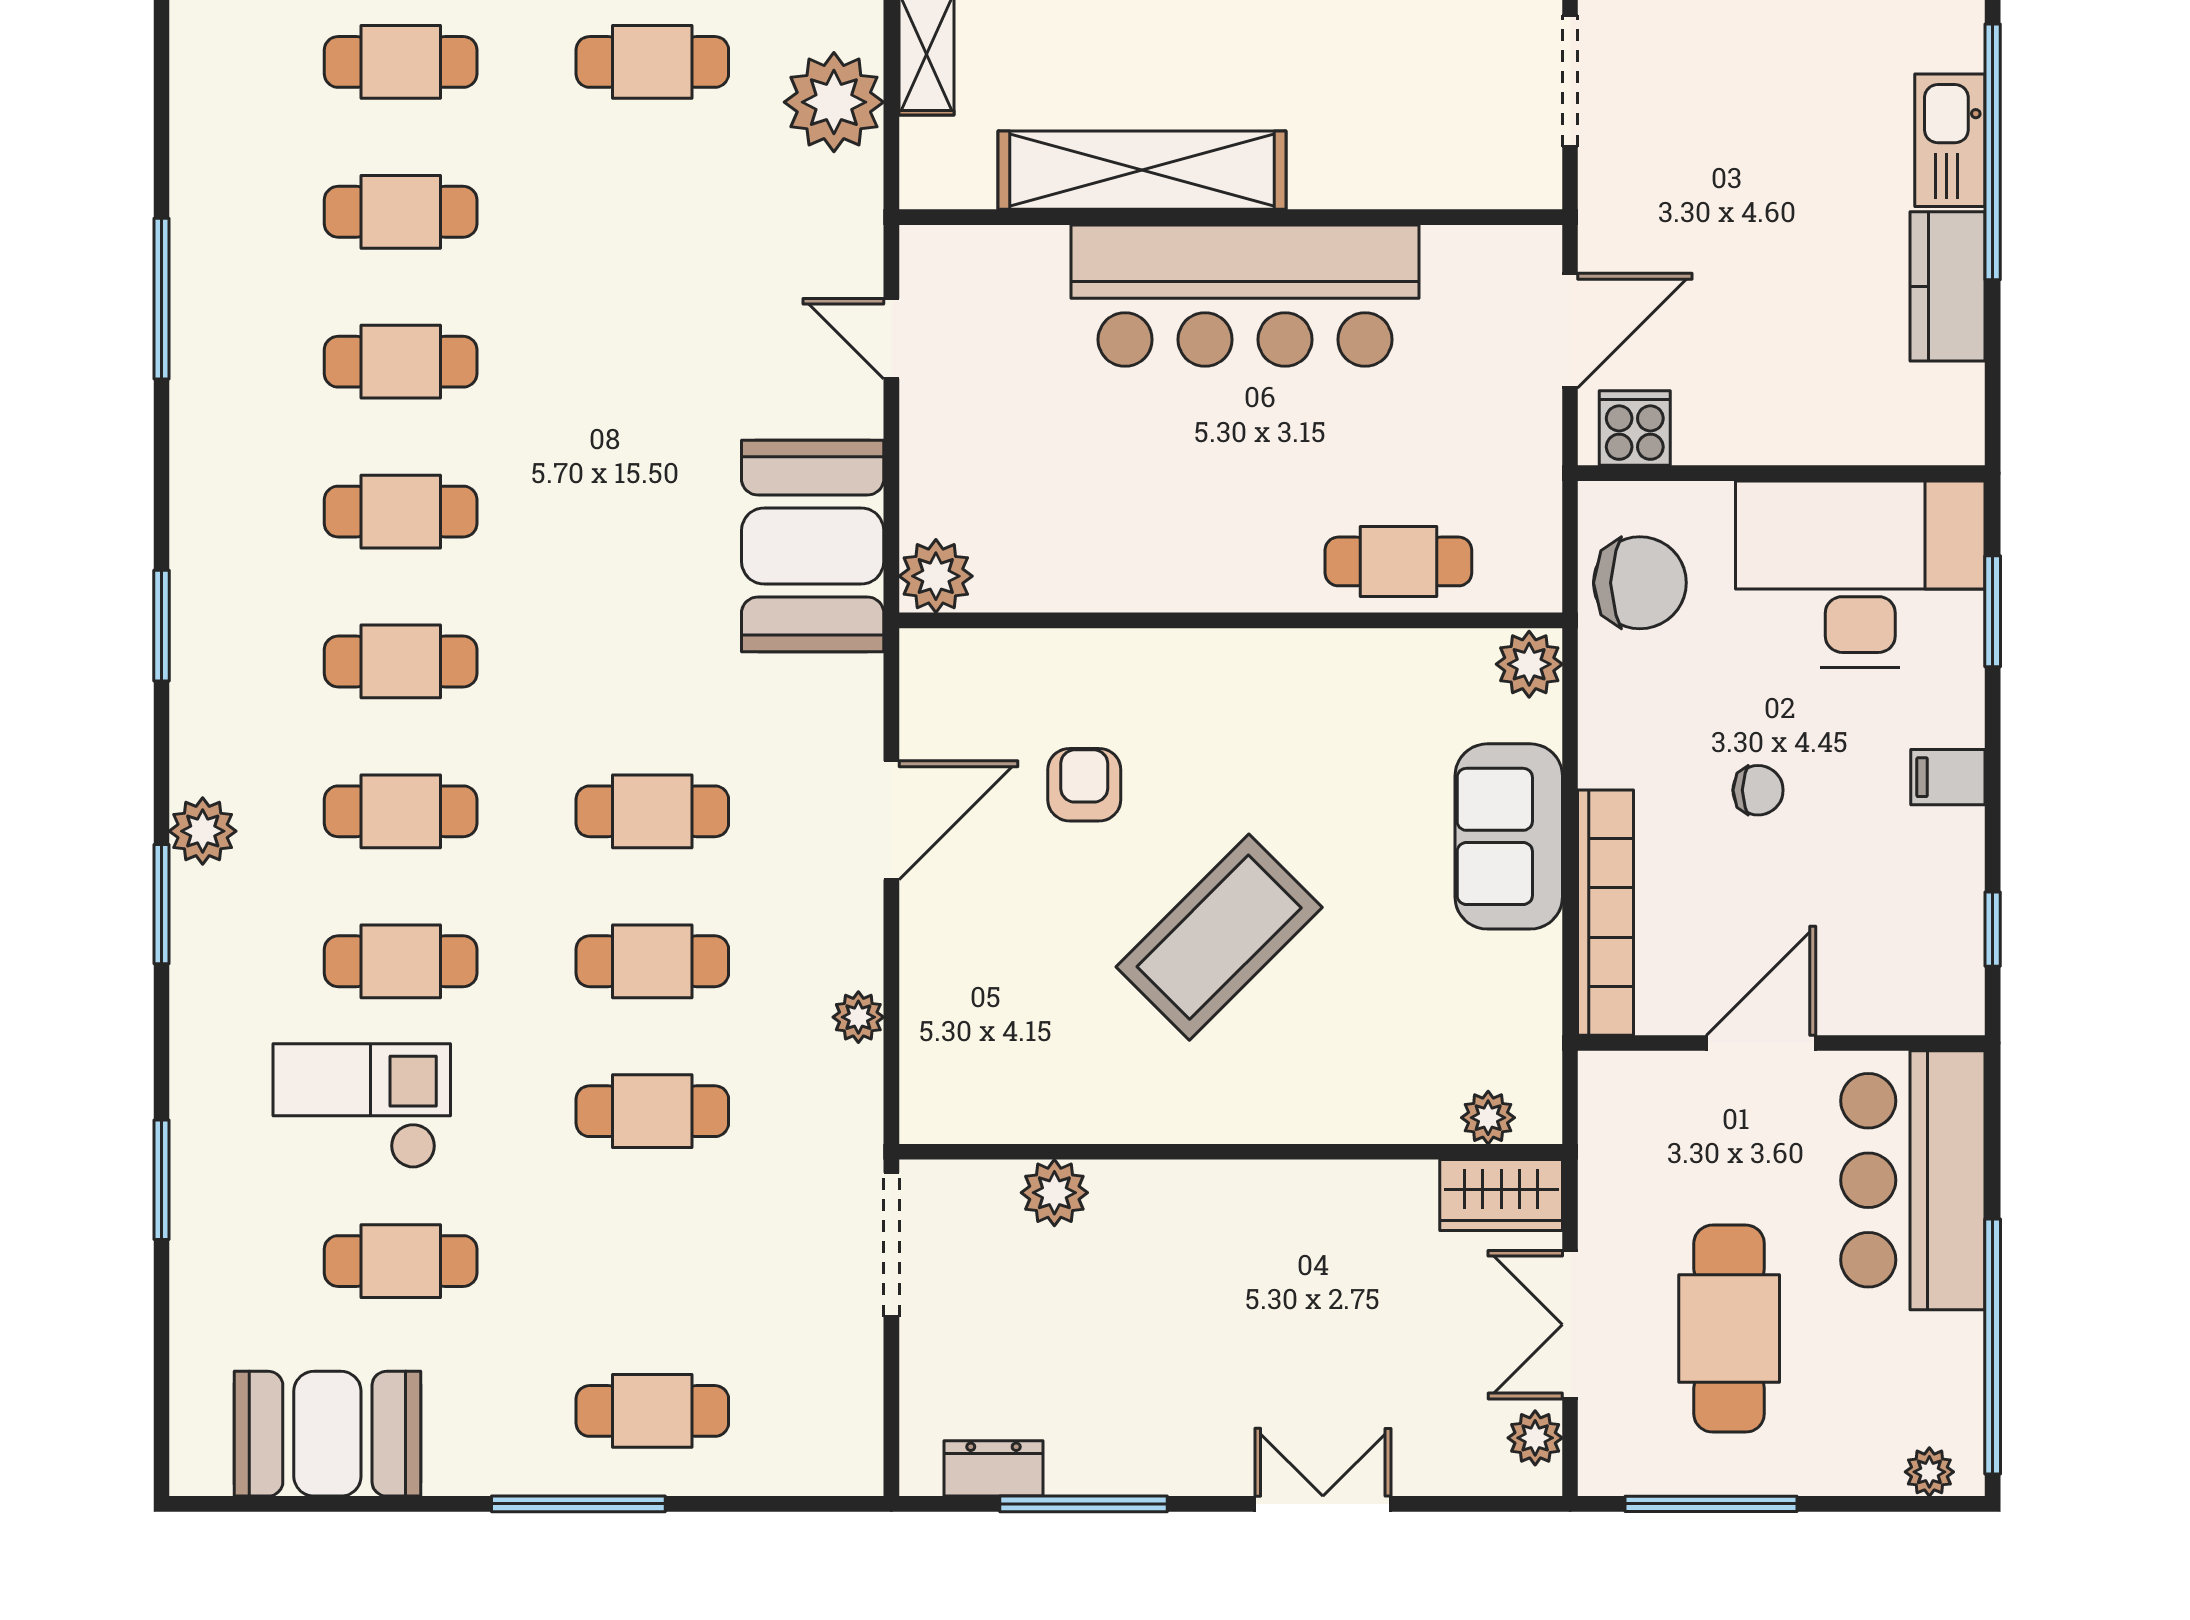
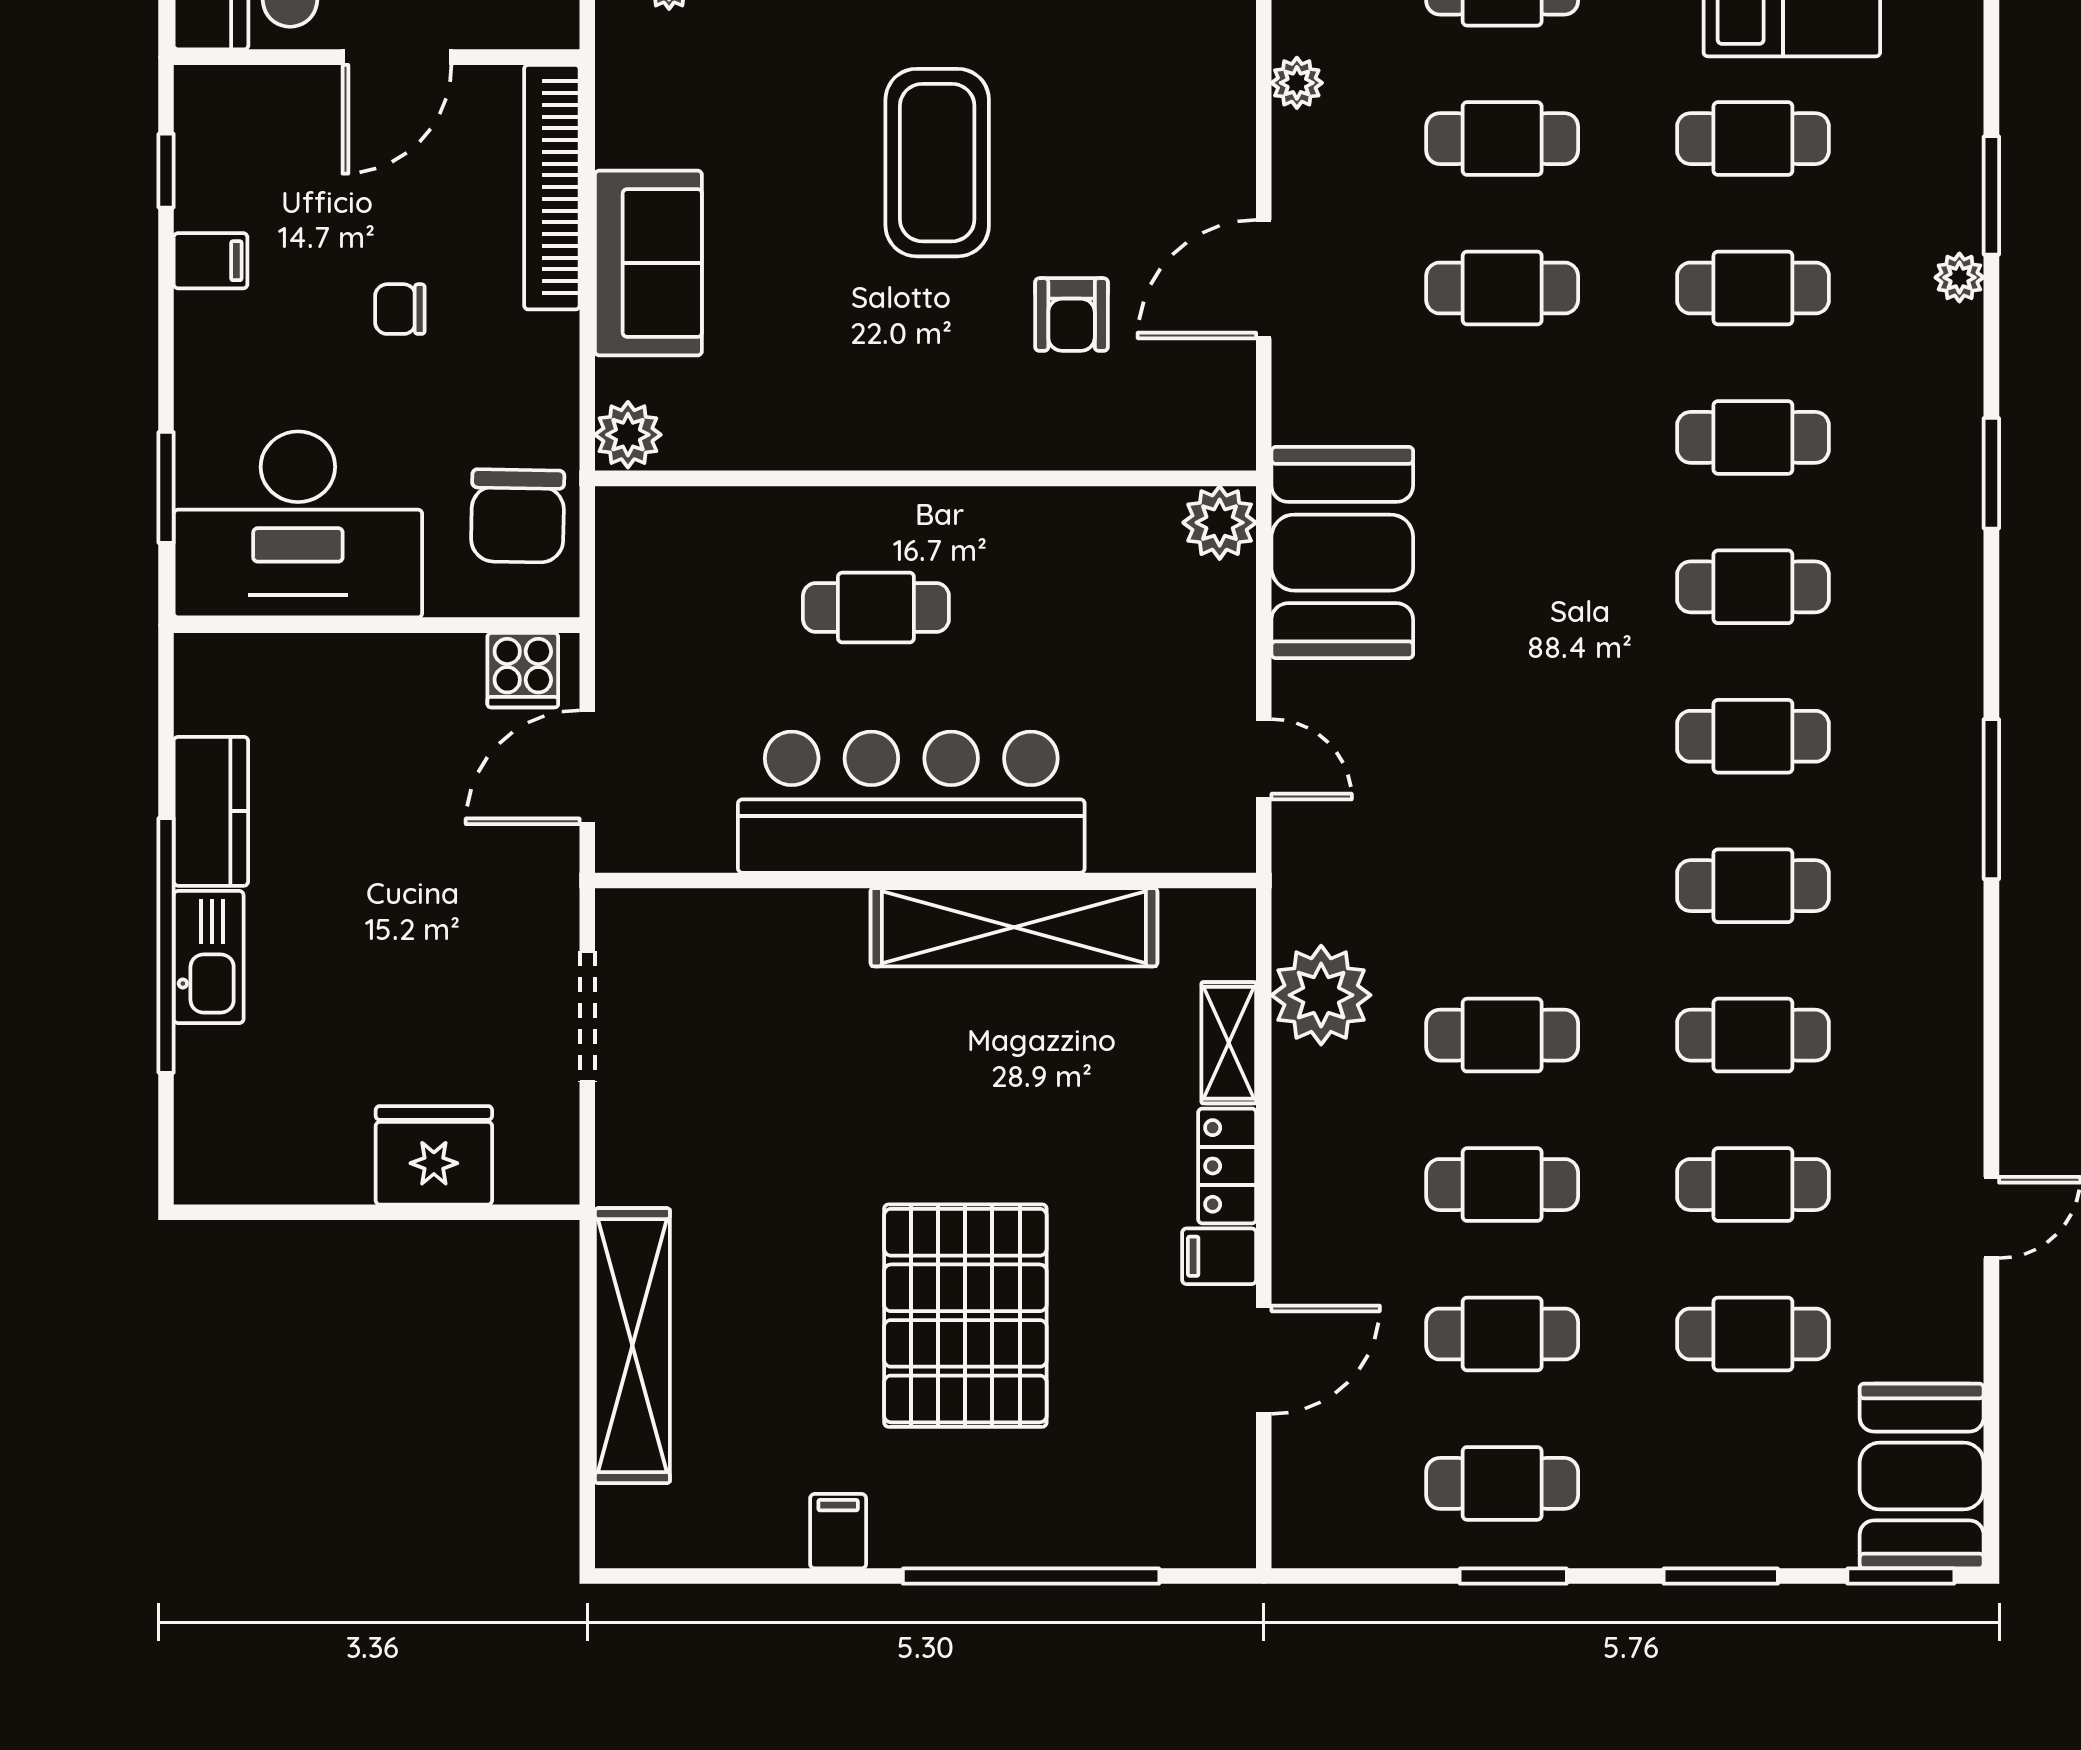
cafe table: (1398, 561) -> (876, 608), moved
chair: (1640, 583) -> (518, 516), turned -89
filing cabinet: (1948, 777) -> (211, 261), moved
plant: (203, 831) -> (1959, 277), width x0.73, depth x0.73
coffee table: (1219, 937) -> (937, 163), turned -45

